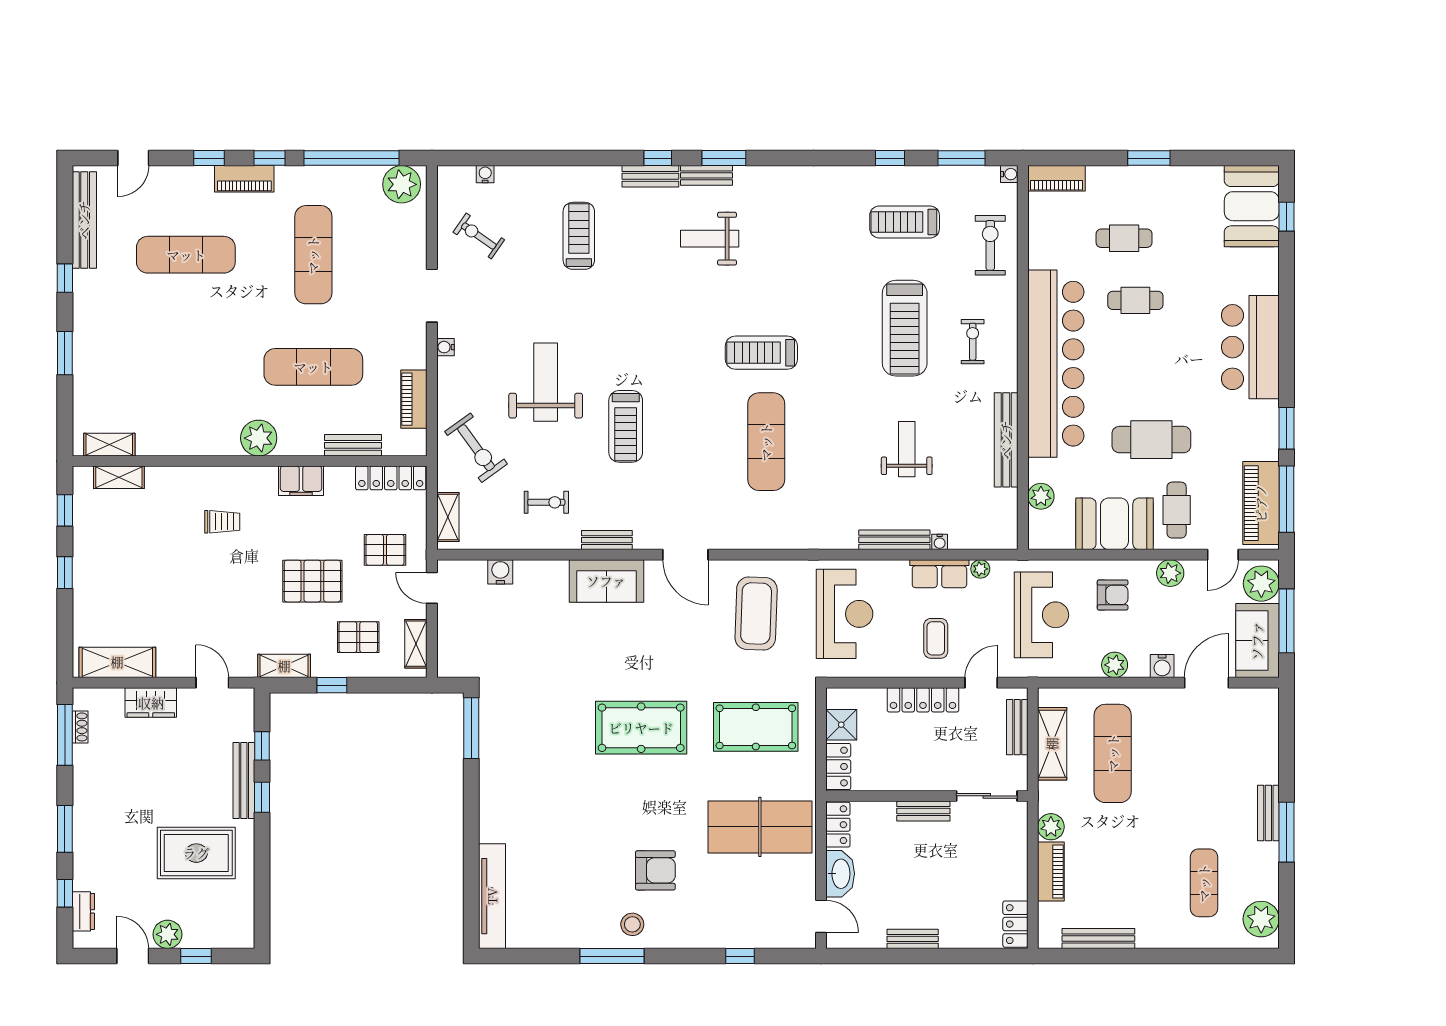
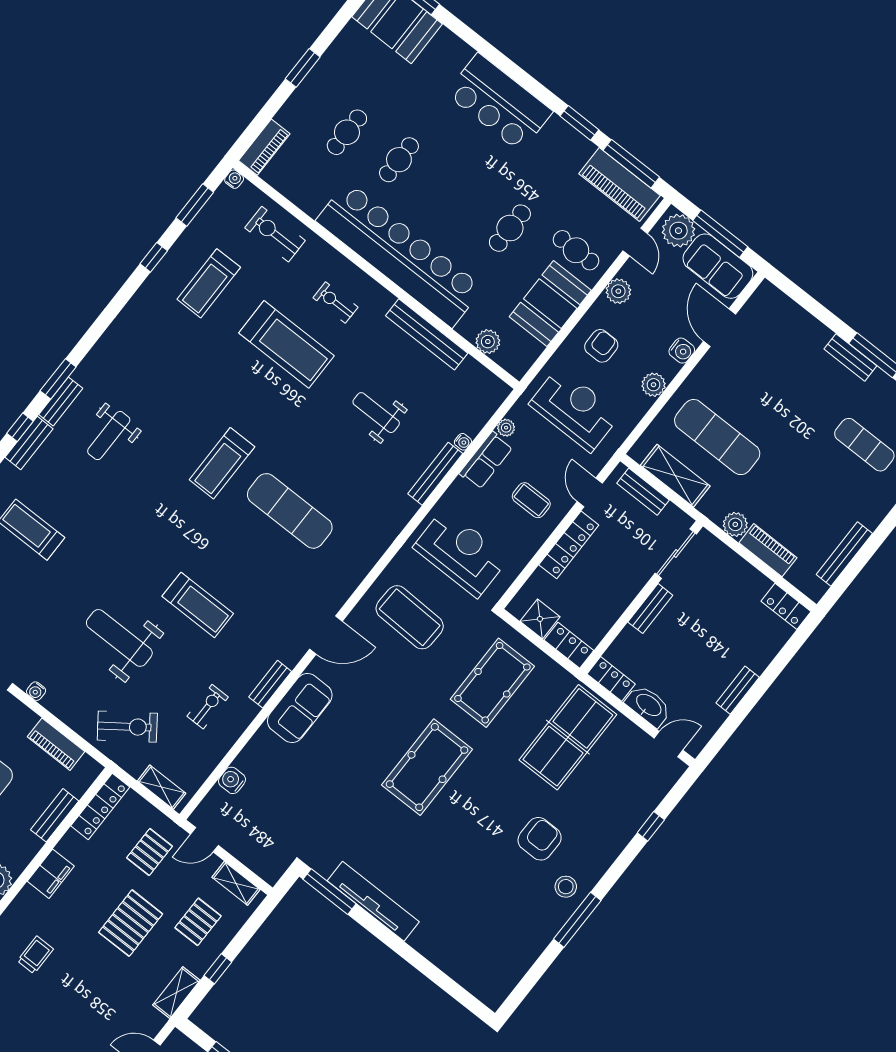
cafe table: (1151, 440) -> (510, 228), width x0.73, depth x0.74
tv unit: (492, 896) -> (373, 901), moved

